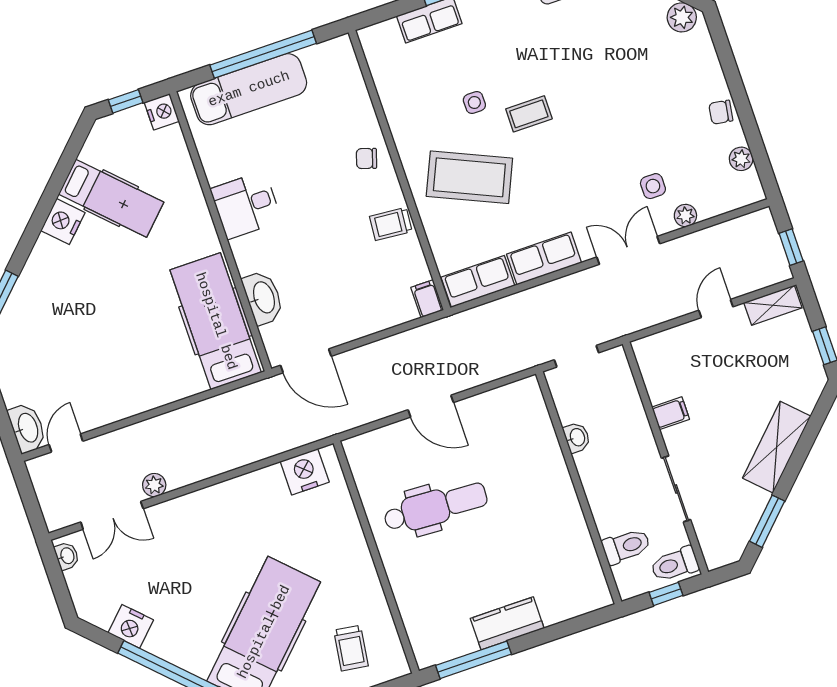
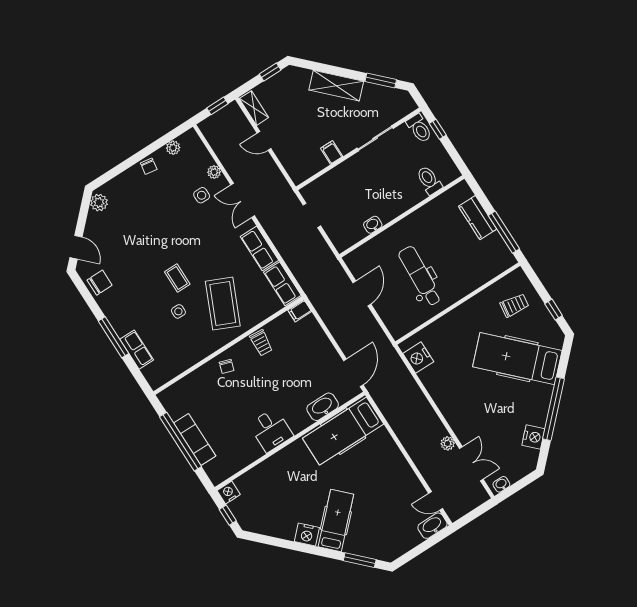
exam couch: (249, 89) -> (195, 440), width x0.73, depth x0.69
hospital bed: (111, 198) -> (336, 521), moved
washbasin: (577, 437) -> (373, 225), moved
wall: (579, 488) -> (402, 216), moved
toilet: (626, 546) -> (429, 180), moved

